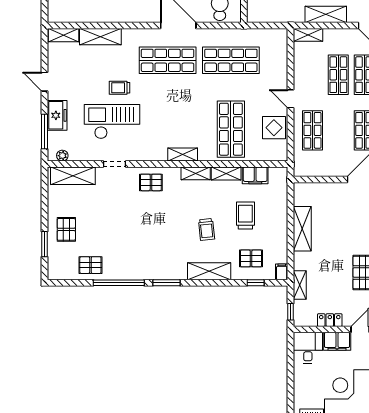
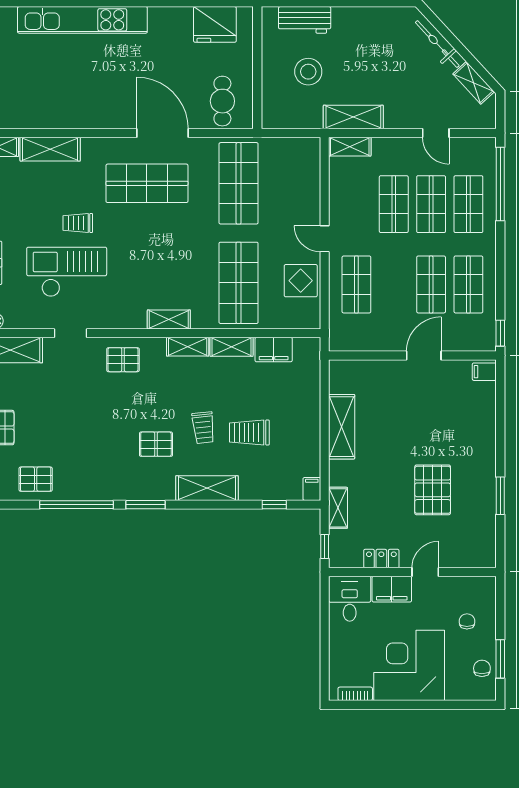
shelving: (326, 14) -> (353, 117), moved
shop shelf: (231, 60) -> (239, 183), turned 90
trolley: (245, 215) -> (249, 433), moved, turned -90
pallet: (251, 258) -> (156, 444), moved

